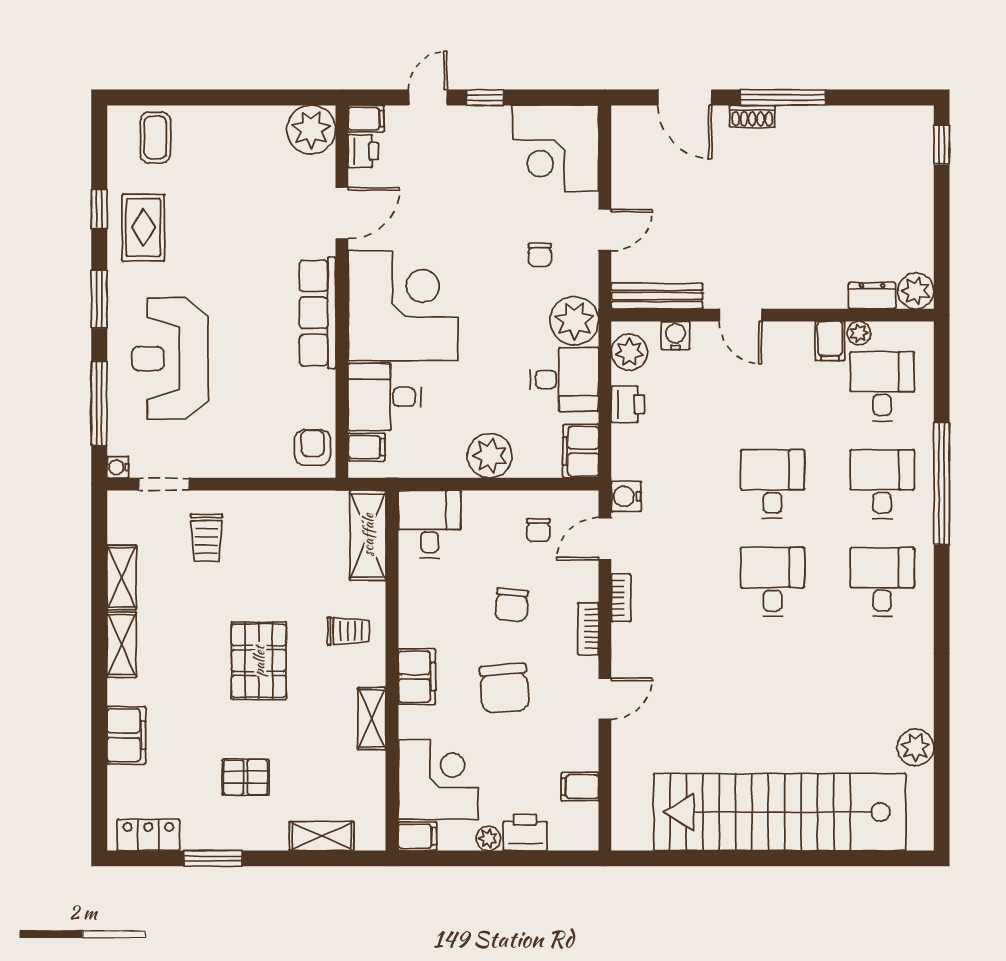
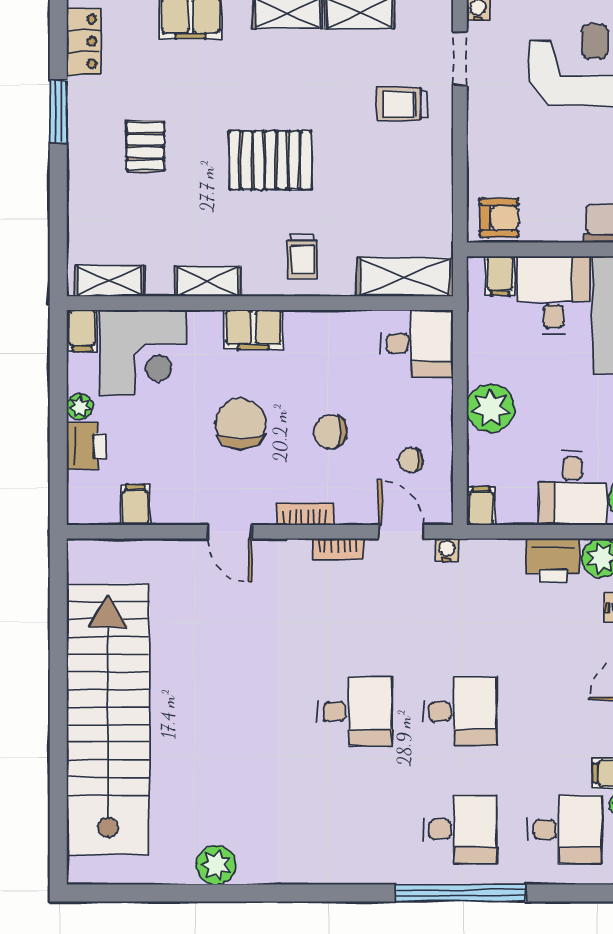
printer: (628, 404) -> (553, 560), width x1.36, depth x1.24
filing cabinet: (581, 451) -> (481, 506), width x0.50
water cooler: (626, 496) -> (447, 550), width x0.72, depth x0.72
desk: (882, 582) -> (355, 829), removed
chair: (504, 688) -> (241, 424), turned 95
plant: (915, 747) -> (216, 865), moved
shelving: (322, 836) -> (109, 281), moved, turned 90

